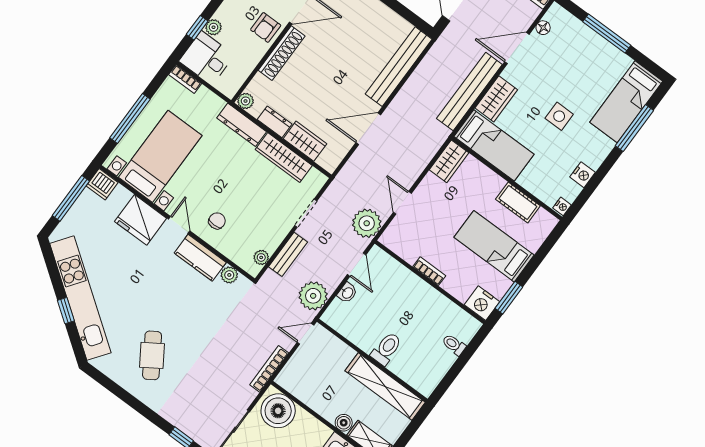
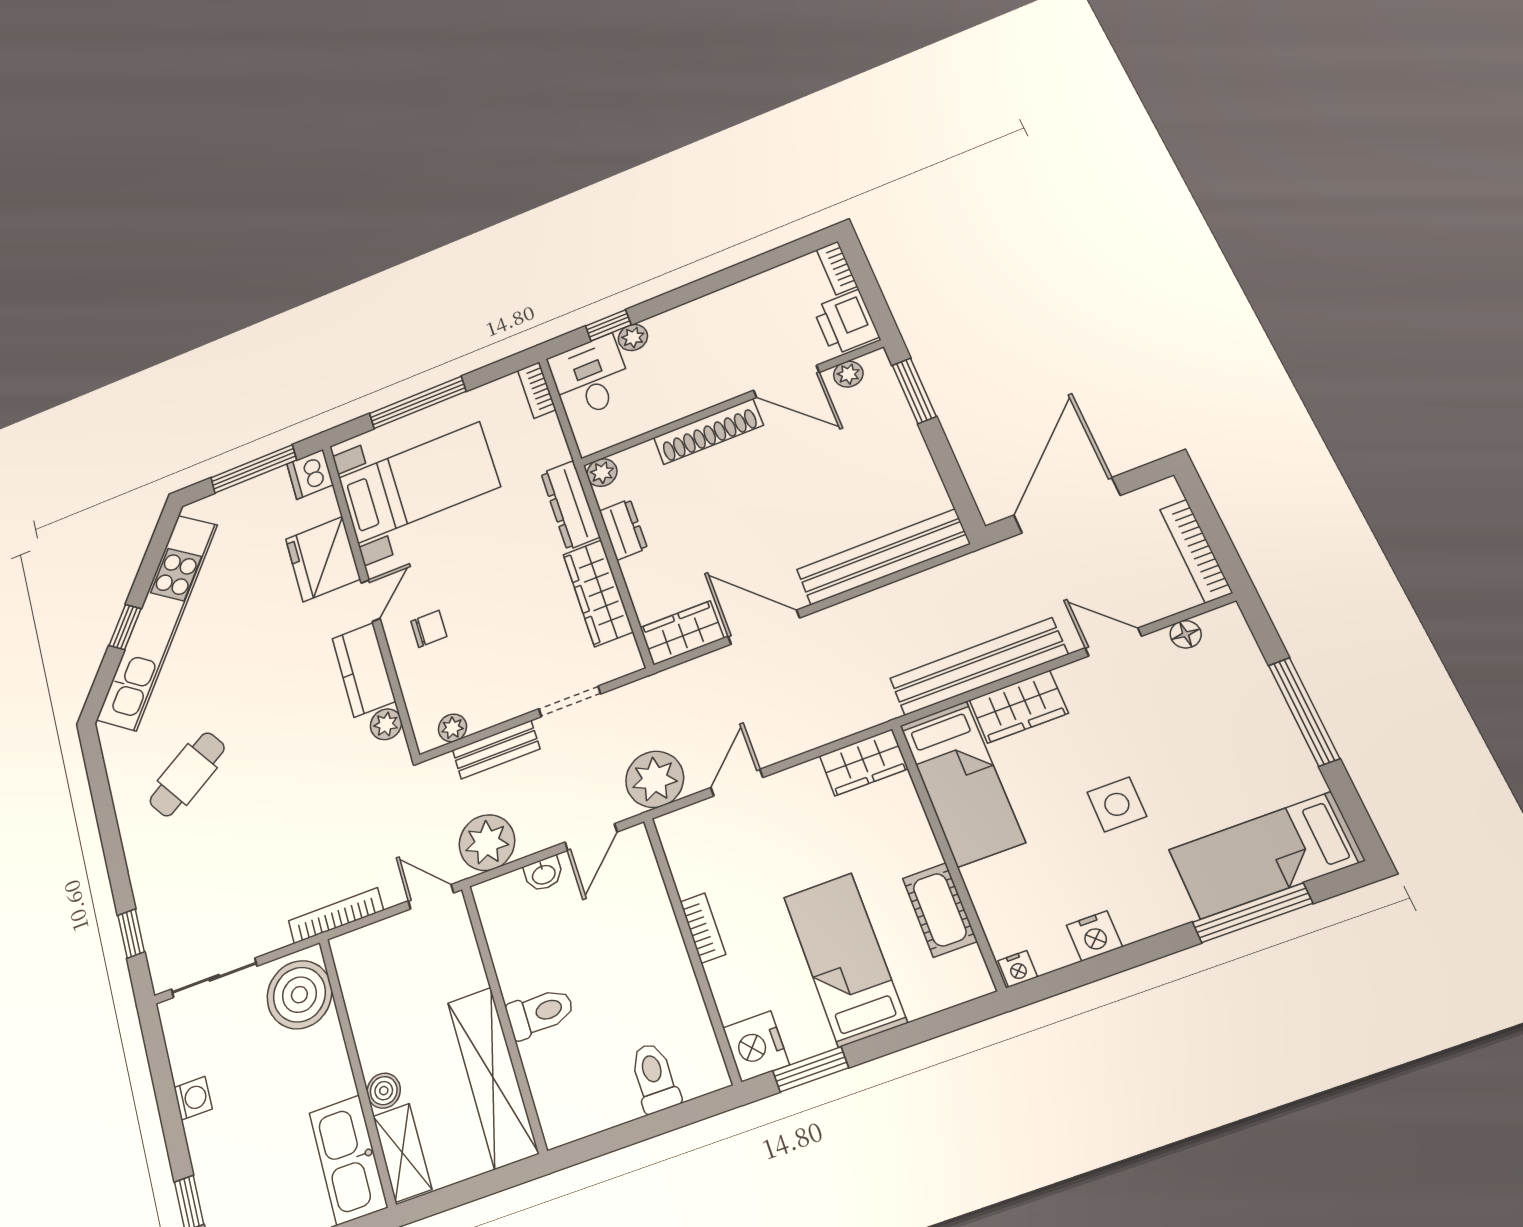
armchair: (266, 28) -> (711, 380), removed
door: (517, 48) -> (1113, 642), width x0.73
wardrobe: (305, 141) -> (682, 633), moved, turned -90
toilet: (454, 345) -> (654, 1078), width x1.37, depth x1.39

